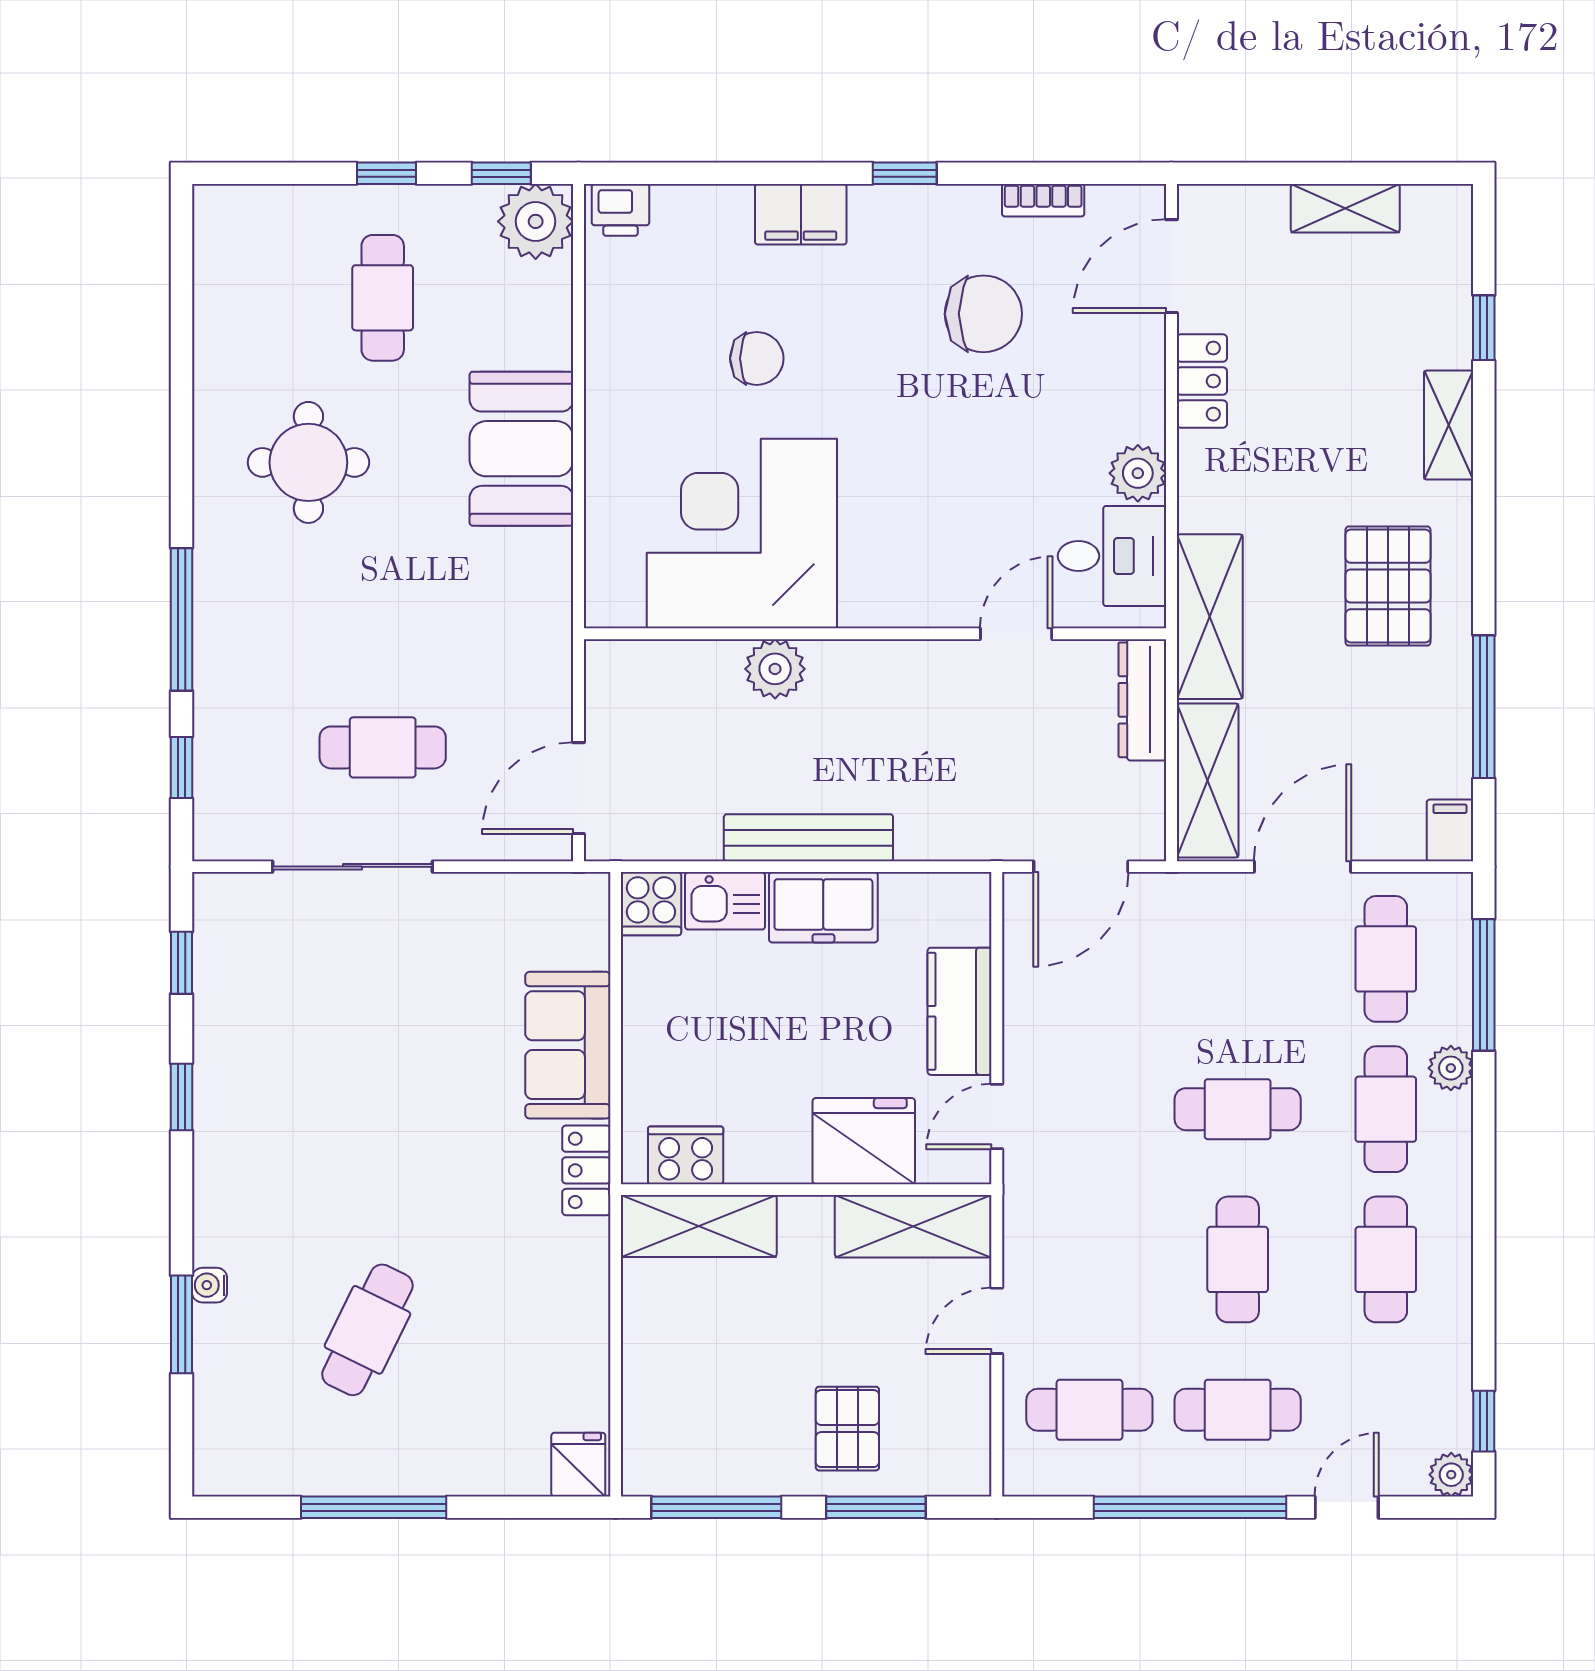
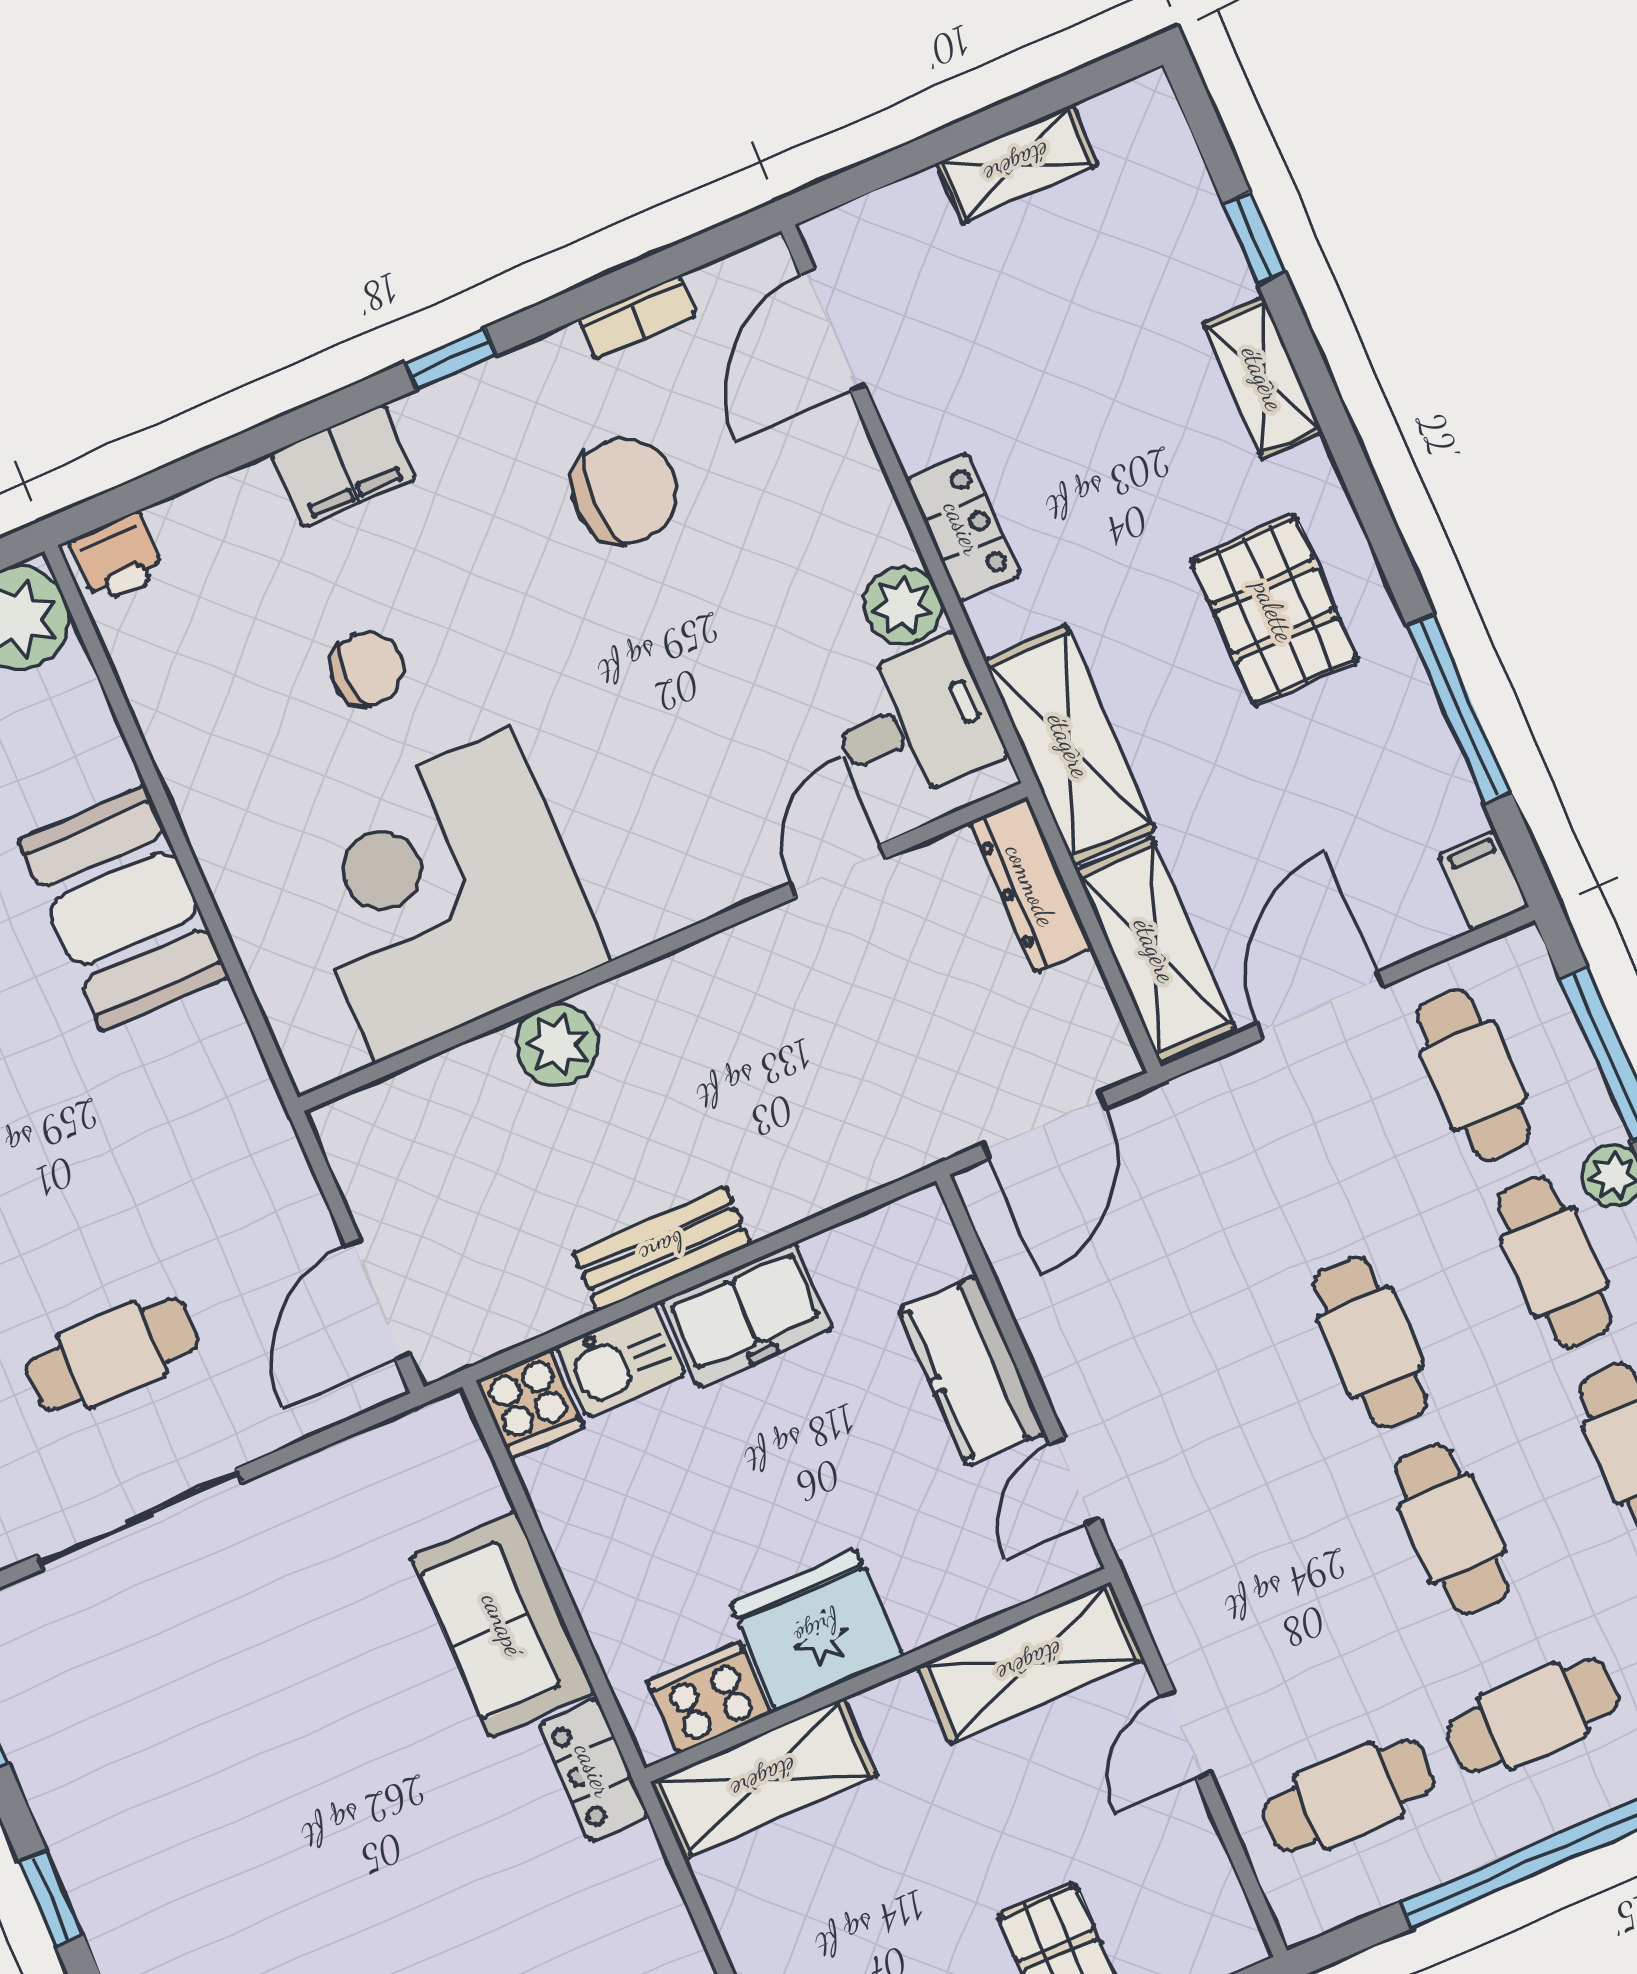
locker: (1202, 381) -> (963, 528), moved
bench: (808, 838) -> (662, 1249), width x0.73
cafe table: (1238, 1109) -> (1370, 1342), turned 90
fridge: (864, 1141) -> (817, 1630), moved

